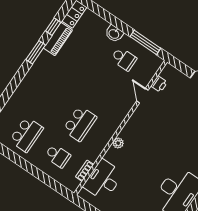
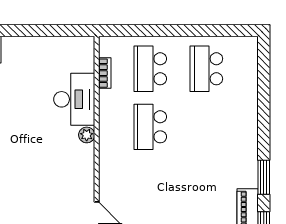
school desk: (58, 156) -> (150, 69), width x1.85
desk: (103, 180) -> (74, 99), moved

